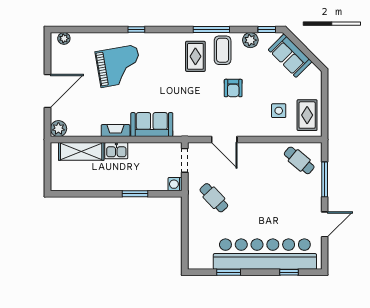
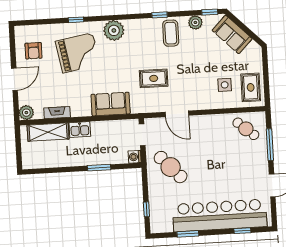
window: (136, 30) -> (76, 20), moved
window: (211, 30) -> (160, 15), width x0.46
plant: (64, 38) -> (114, 30), moved, width x1.87, depth x1.87
rug: (195, 56) -> (154, 78), moved, turned 90
armchair: (233, 88) -> (33, 51), moved
door: (48, 91) -> (14, 79), width x0.73
fireplace: (116, 131) -> (57, 113), moved
cafe table: (214, 198) -> (171, 167), width x1.37, depth x1.35
window: (185, 243) -> (146, 209), added

